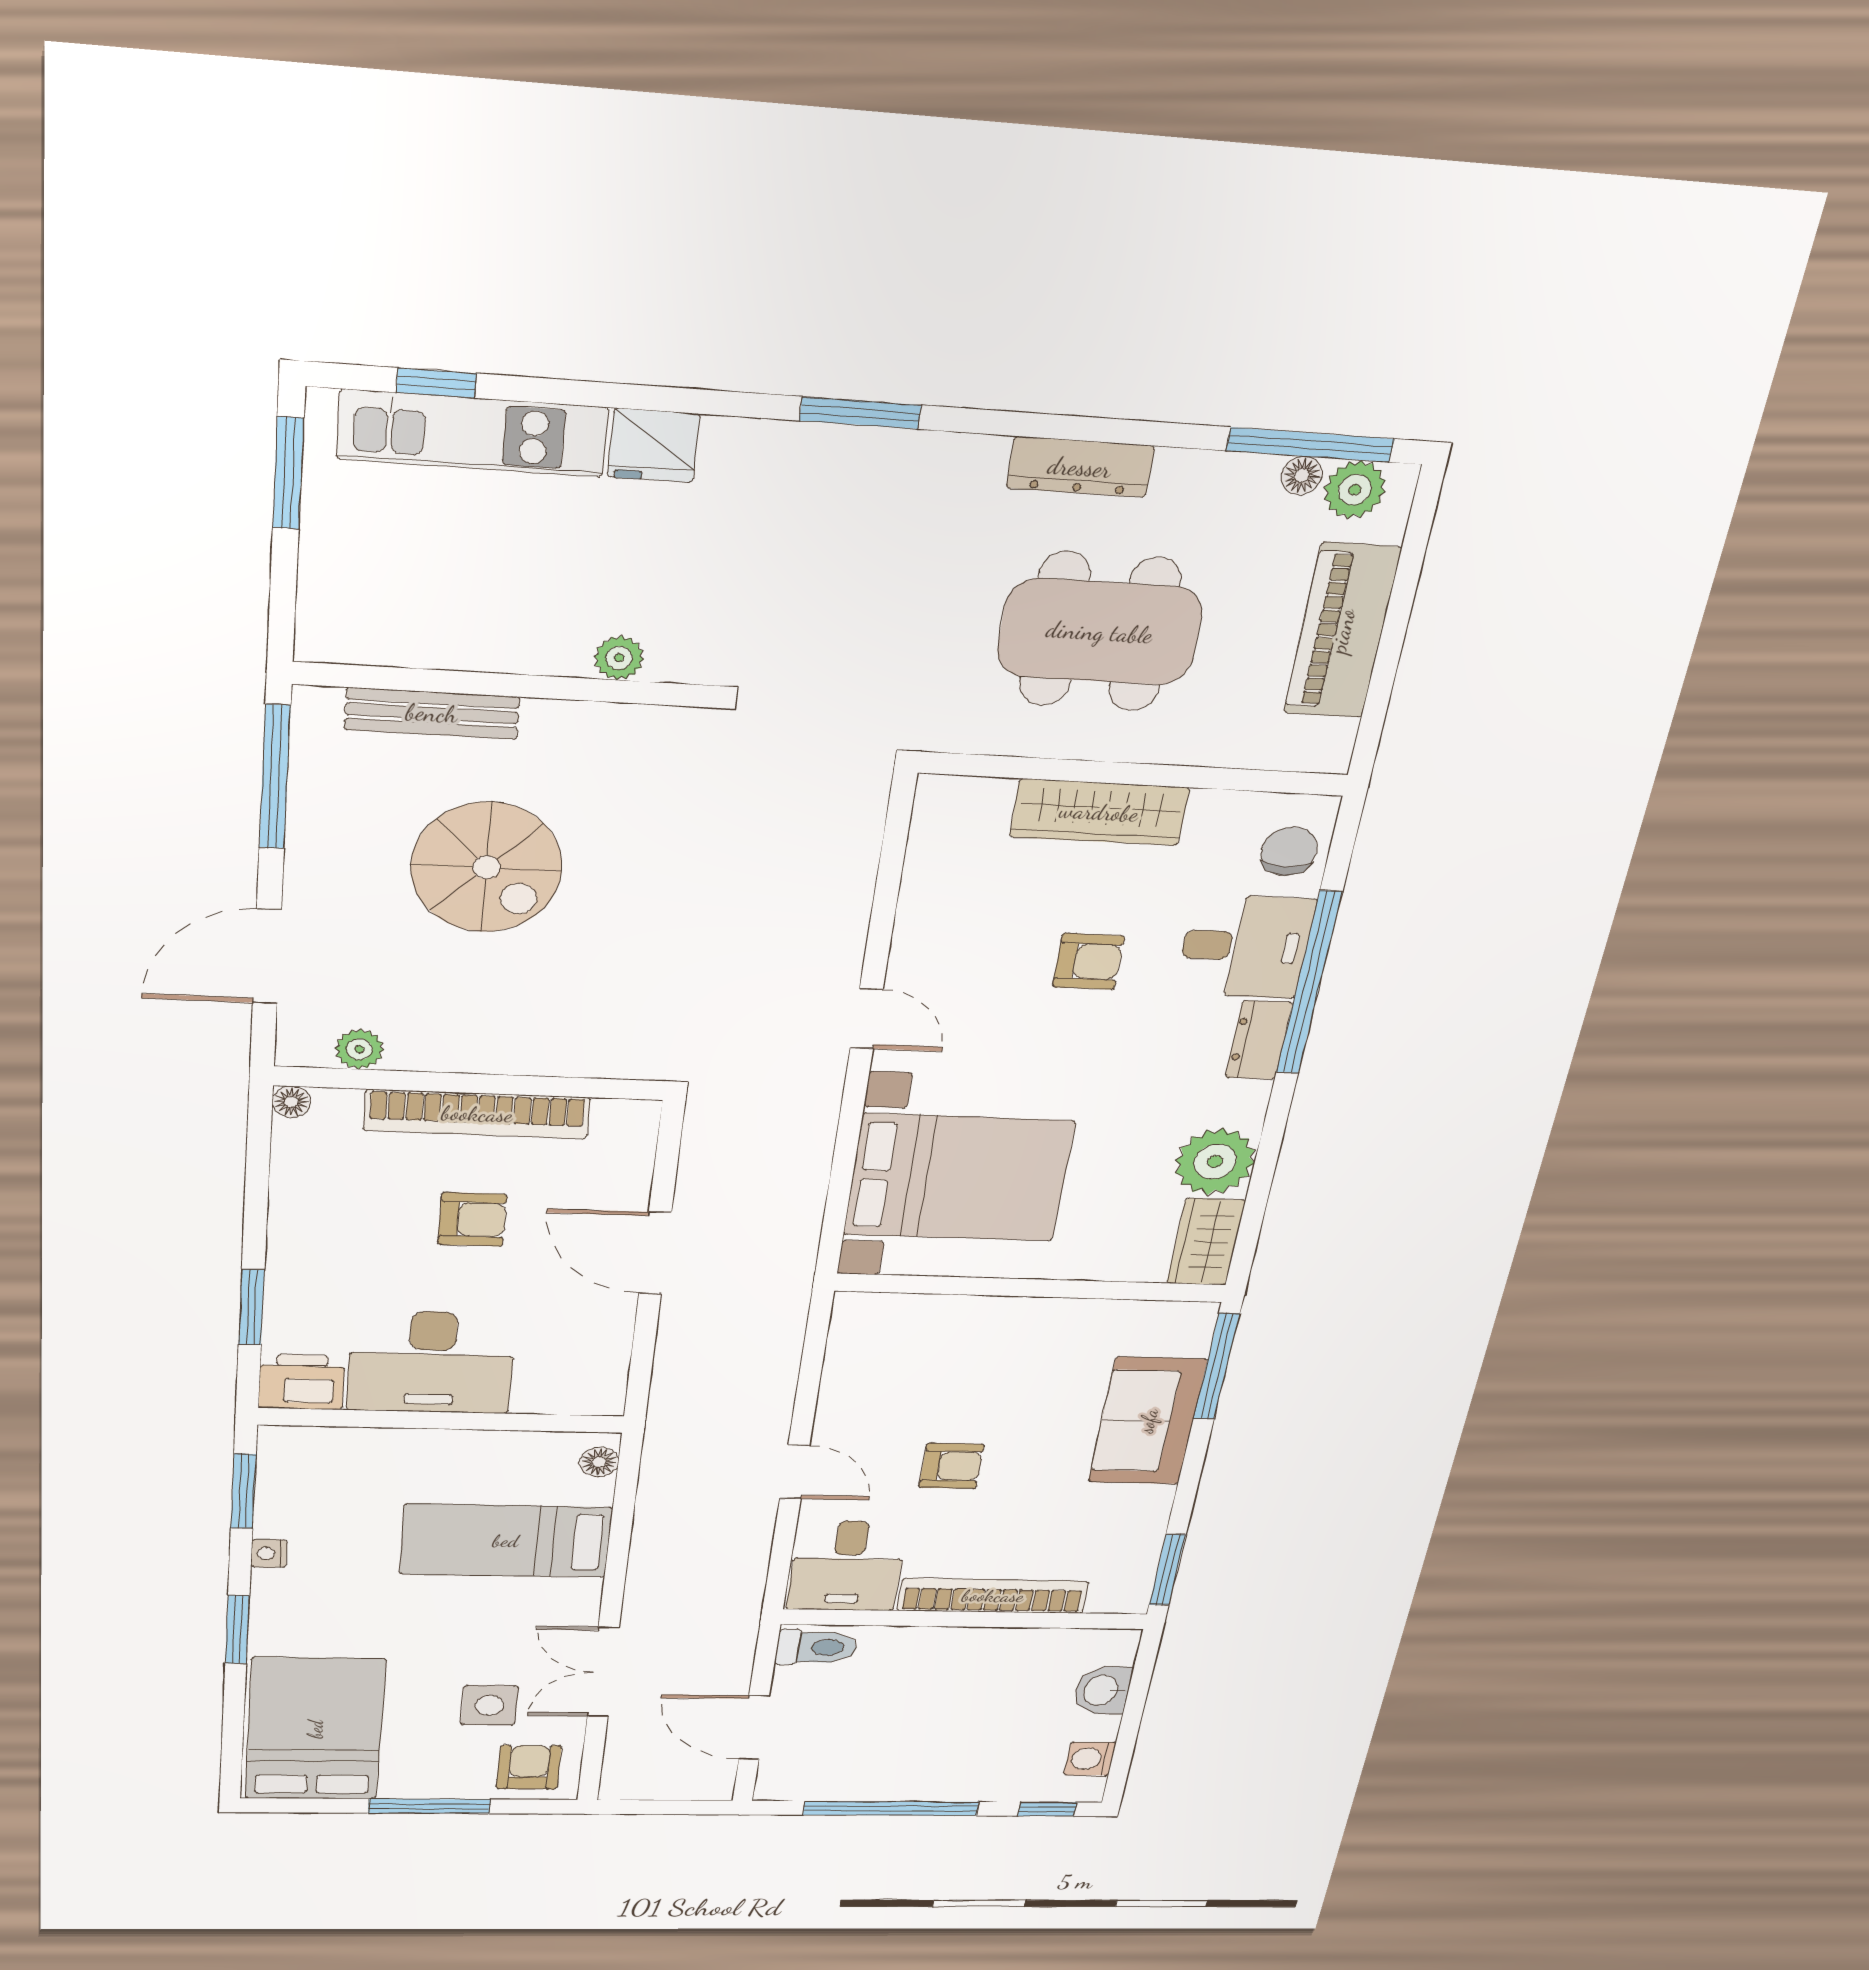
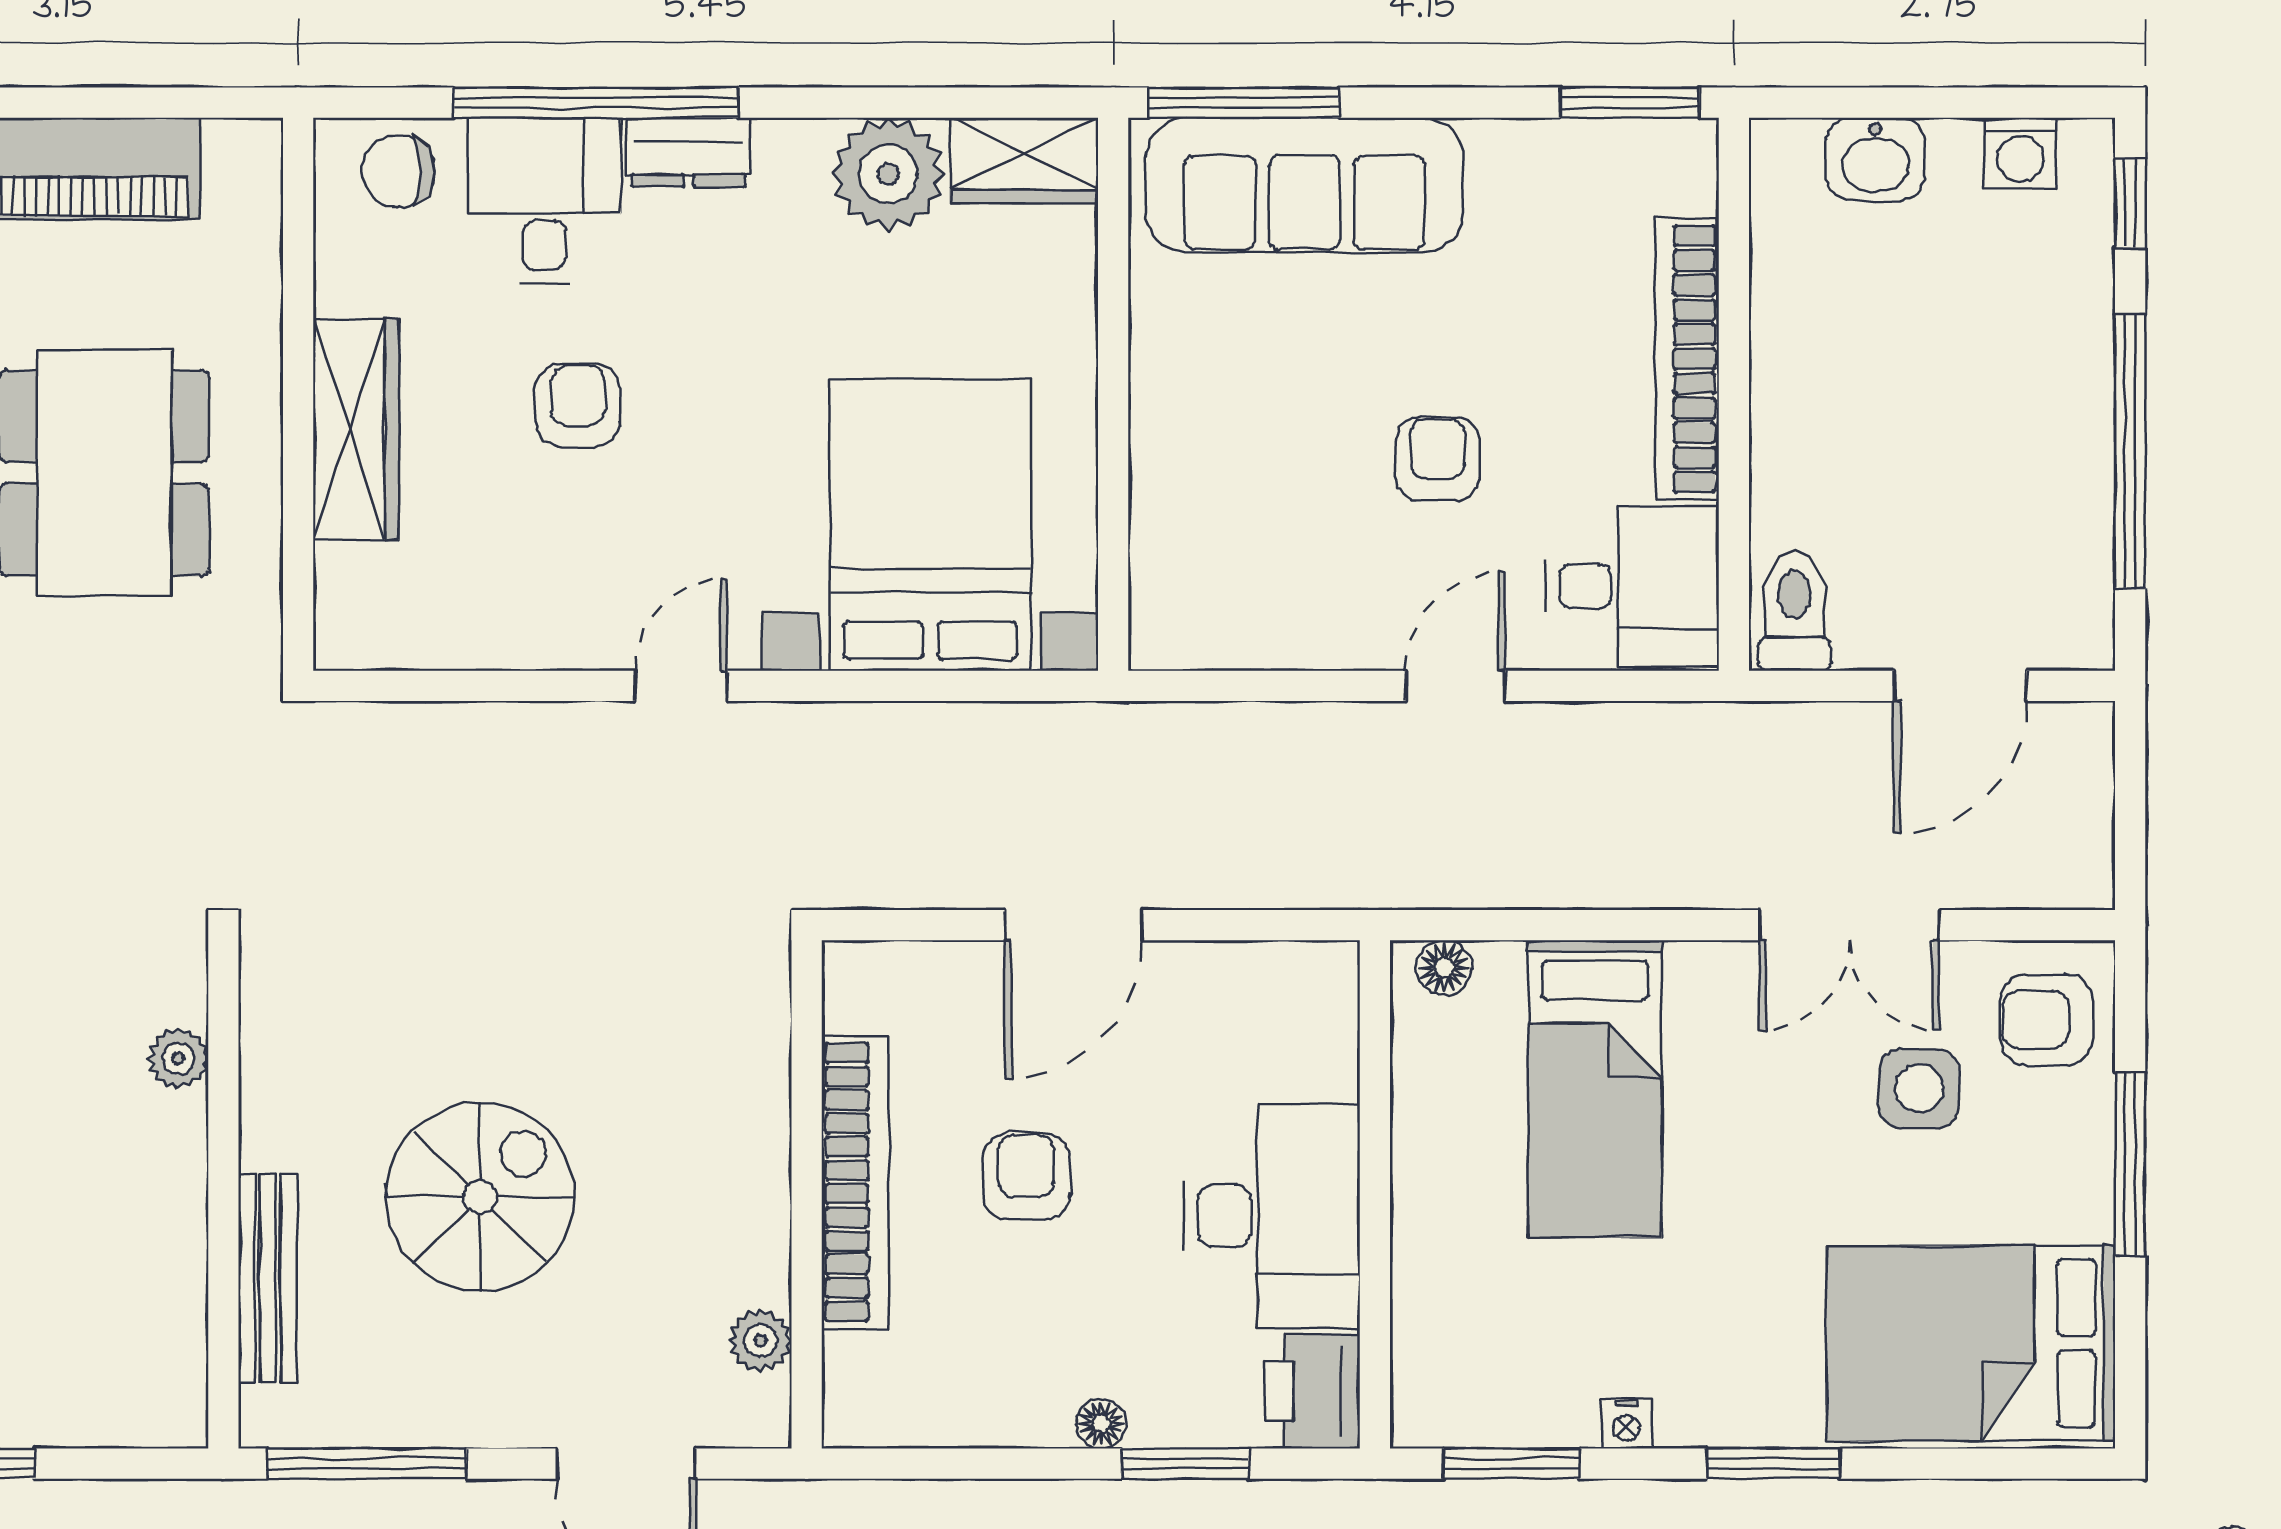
floor lamp: (291, 1102) -> (1101, 1424), moved
sofa: (1148, 1421) -> (1305, 185), width x1.36

